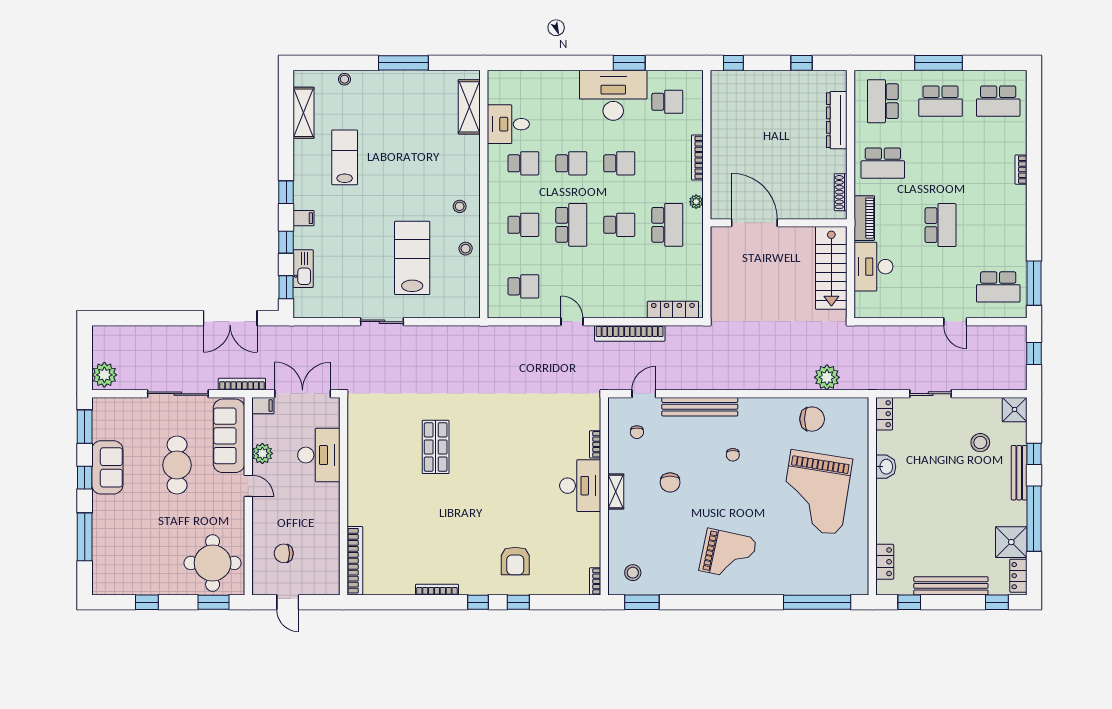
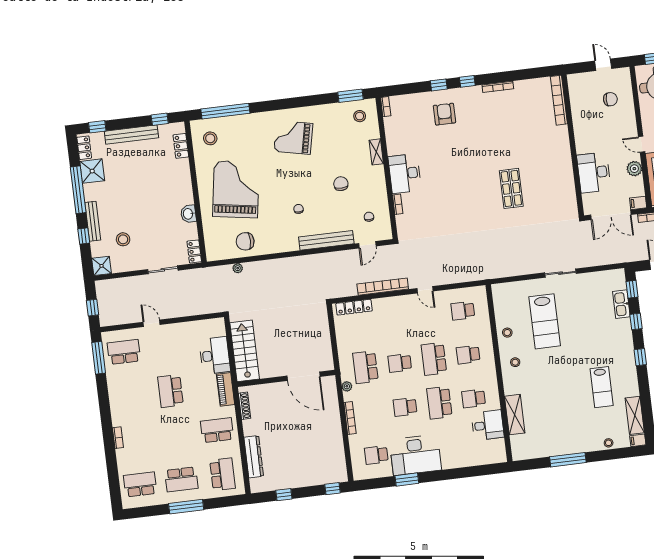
school desk: (940, 101) -> (181, 479), turned 180
shelving: (469, 107) -> (515, 415), moved
school desk: (571, 163) -> (439, 403), width x1.85
filing cabinet: (304, 218) -> (638, 440), moved
plant: (827, 377) -> (238, 268), width x0.53, depth x0.53
shelving: (616, 491) -> (376, 152), moved
stool: (843, 567) -> (210, 138), added

